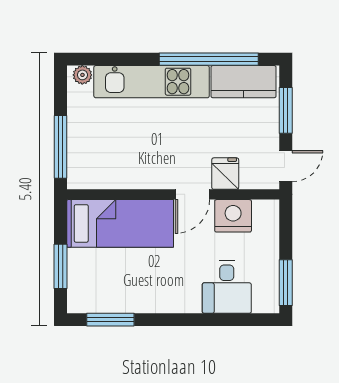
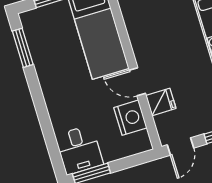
door: (286, 166) -> (181, 146), hinge flipped
desk: (227, 287) -> (79, 150), moved, turned -90

